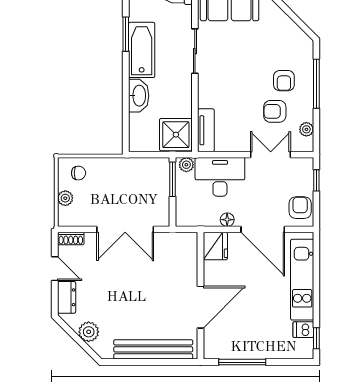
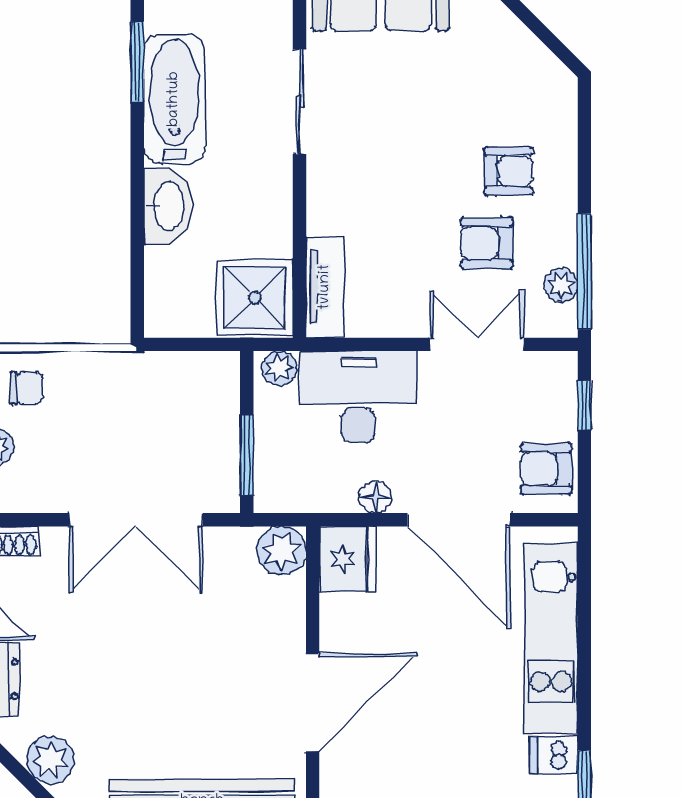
armchair: (284, 81) -> (508, 171), turned -90
window: (316, 84) -> (584, 271), moved
window: (172, 179) -> (247, 455), moved
armchair: (300, 208) -> (546, 469), turned -90
plant: (187, 243) -> (282, 551), added

